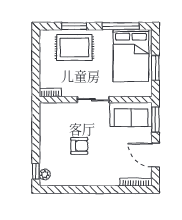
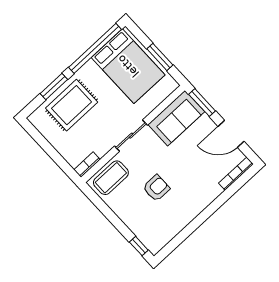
window: (121, 26) -> (95, 48), width x1.46
coffee table: (57, 114) -> (111, 178), added
plant: (45, 174) -> (149, 242), removed

